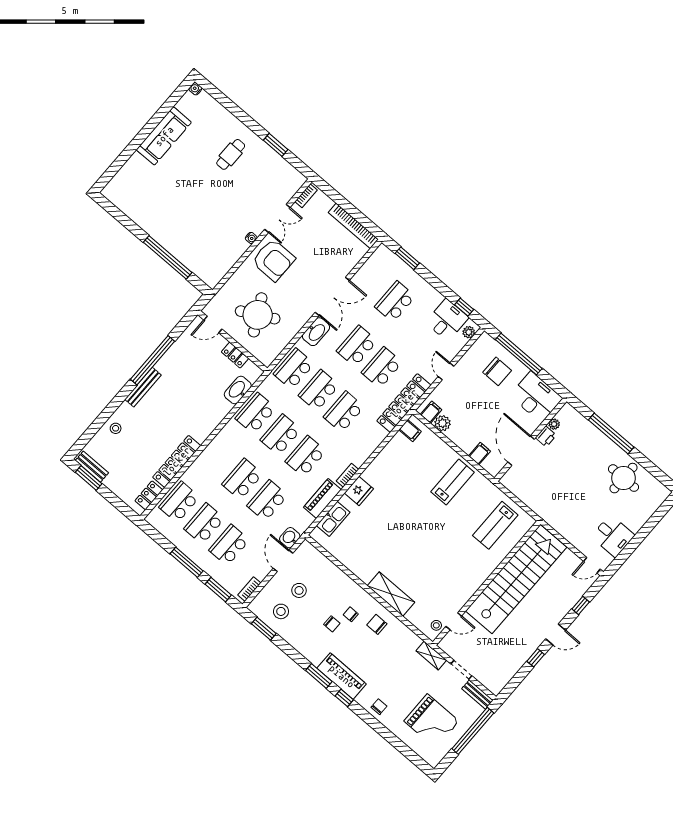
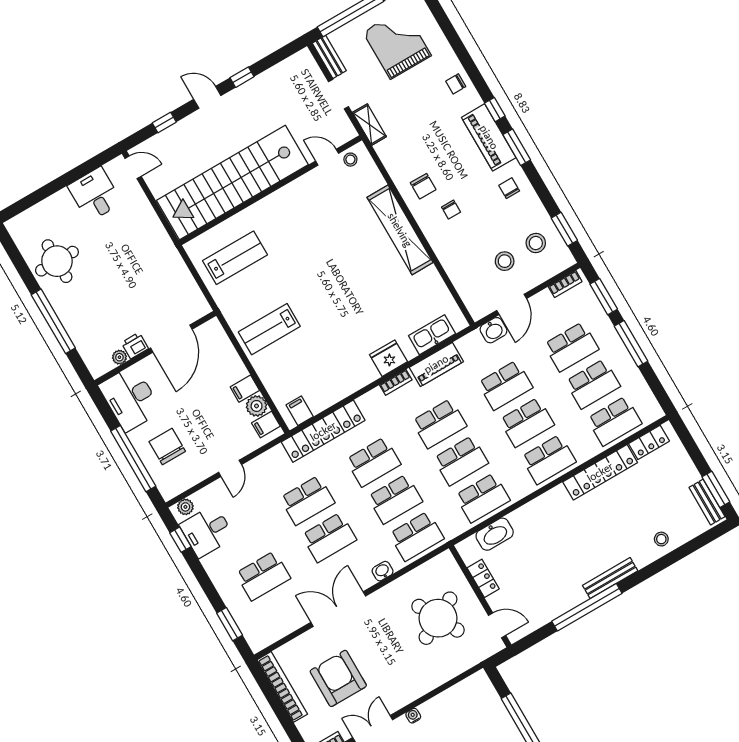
armchair: (273, 260) -> (338, 678), moved
washbasin: (316, 332) -> (383, 571), width x0.52, depth x0.69
locker: (404, 403) -> (323, 431), moved
filing cabinet: (480, 454) -> (245, 389), moved
school desk: (217, 458) -> (548, 459), added
shelving: (391, 594) -> (400, 230), width x1.47
chair: (332, 624) -> (509, 188), moved

